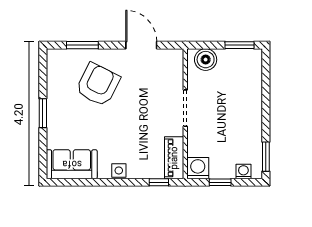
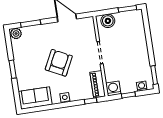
plant: (57, 57) -> (16, 33), added
armchair: (98, 85) -> (59, 63), moved

